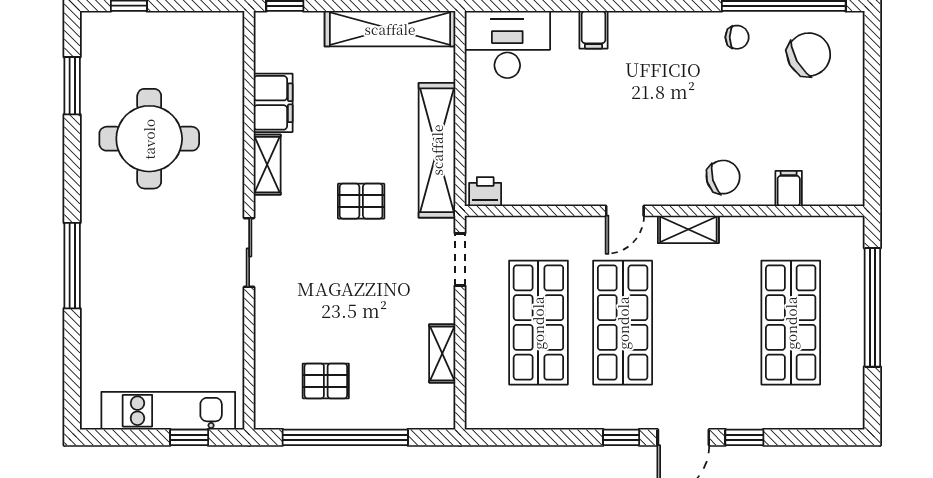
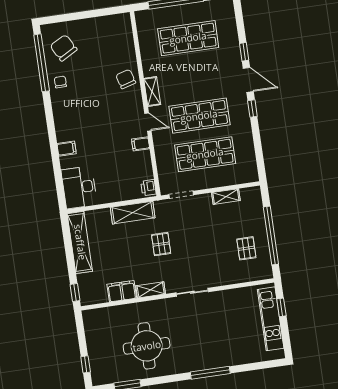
shelving: (437, 150) -> (133, 213), width x0.68
filing cabinet: (789, 189) -> (141, 144), moved

